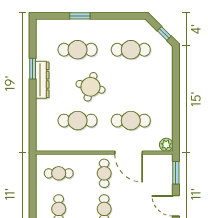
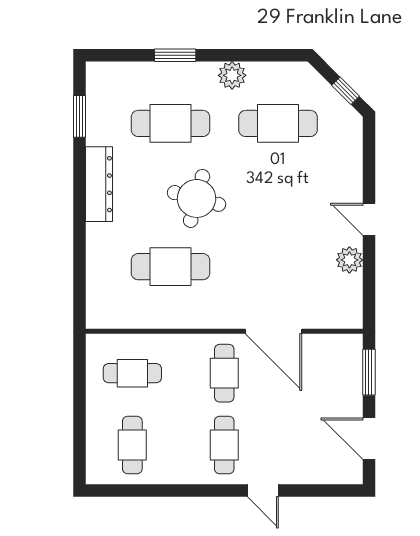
plant: (108, 26) -> (232, 75), added
window: (33, 69) -> (80, 116), moved
door: (176, 97) -> (369, 219), added
cafe table: (131, 121) -> (278, 267), removed
plant: (166, 145) -> (349, 260), moved

